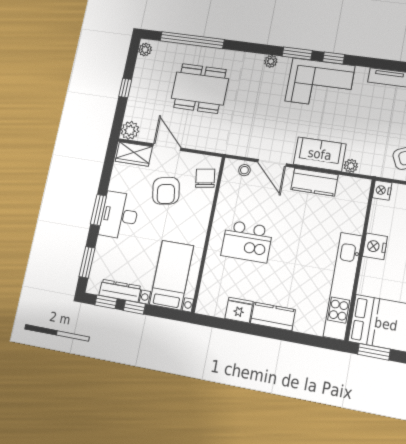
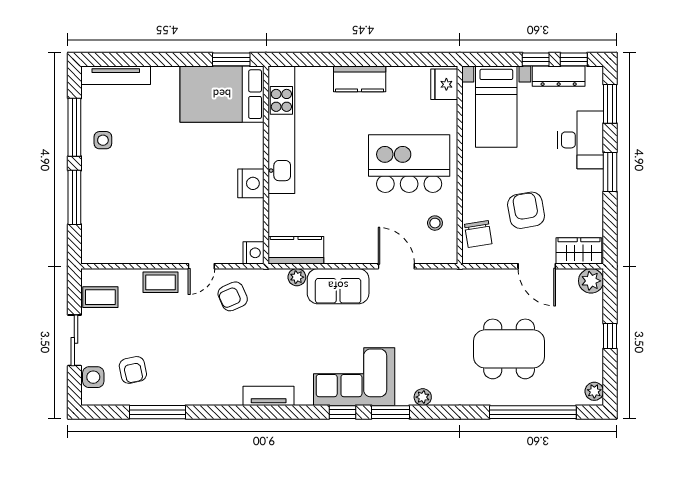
stool: (244, 170) -> (435, 223), moved
kitchen counter: (314, 182) -> (296, 250), moved
desk: (119, 215) -> (581, 140), moved
kitchen island: (247, 241) -> (409, 164), width x1.37, depth x1.28
fridge: (239, 310) -> (444, 84), moved, turned 90

